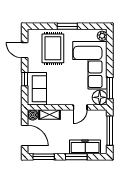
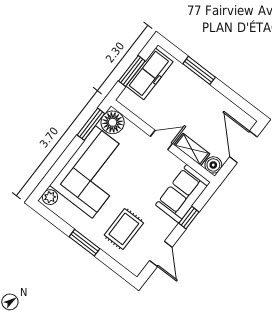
rug: (53, 48) -> (124, 229), width x0.73, depth x0.70
door: (80, 107) -> (161, 140), moved
window: (110, 131) -> (132, 71), width x0.69
freezer: (85, 147) -> (150, 74), moved, turned -90
window: (44, 157) -> (240, 102), removed

